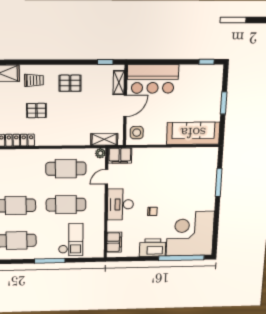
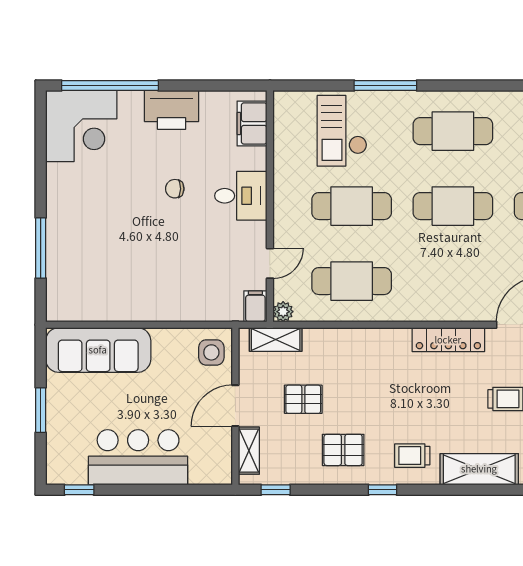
window: (49, 62) -> (383, 490), added
bar counter: (153, 79) -> (138, 457), moved
pallet: (36, 111) -> (303, 399), moved
filing cabinet: (120, 156) -> (255, 306), width x0.50
desk: (120, 204) -> (241, 196), width x0.73
corner desk: (190, 234) -> (81, 126), width x0.74, depth x0.74

